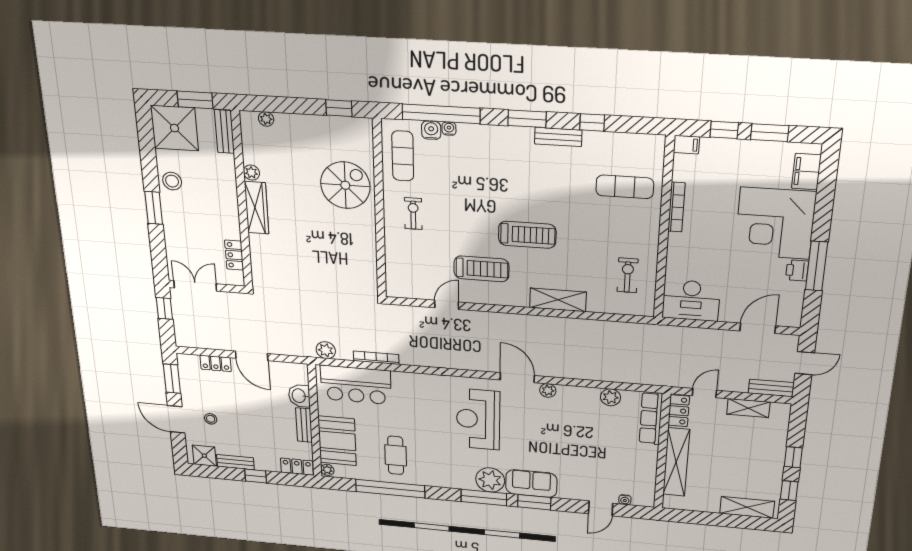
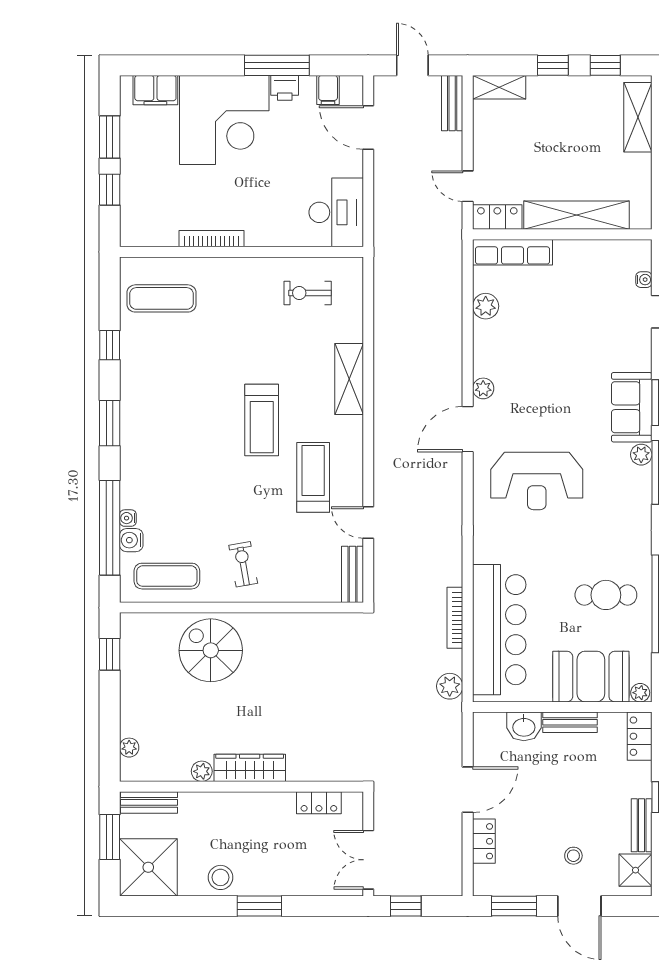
bench: (558, 137) -> (353, 574), moved
filing cabinet: (686, 145) -> (328, 90), moved, turned 180
exercise mat: (625, 187) -> (162, 298), moved, turned 90
exercise bike: (413, 214) -> (243, 564), turned 80
treadmill: (527, 235) -> (262, 420), turned 180
bar counter: (356, 385) -> (499, 630), width x1.36
shelving: (748, 408) -> (499, 87), moved, turned 90
door: (176, 419) -> (579, 906), hinge flipped
plant: (490, 480) -> (641, 455), width x0.53, depth x0.53

